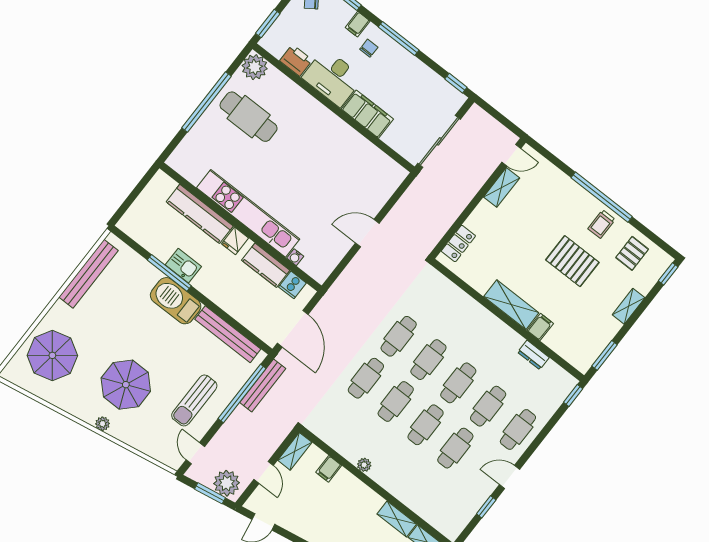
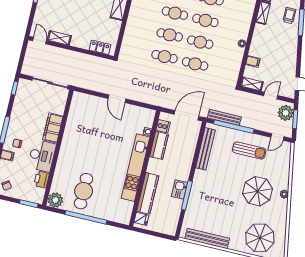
fridge: (235, 241) -> (141, 219), moved
barbecue: (176, 301) -> (200, 185), removed

